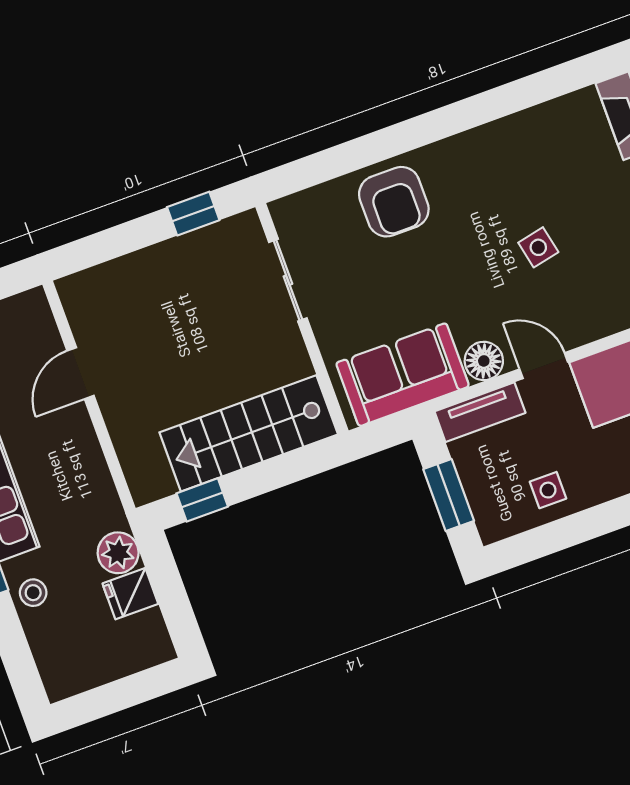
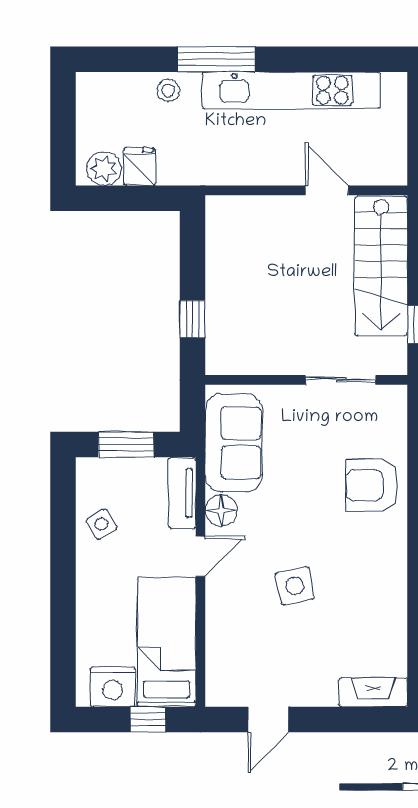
side table: (538, 247) -> (295, 586), width x1.37, depth x1.37
stairs: (249, 433) -> (381, 266), moved, turned 180
side table: (548, 490) -> (101, 524), turned -32
window: (202, 500) -> (193, 319), moved
plant: (118, 553) -> (104, 169), moved

